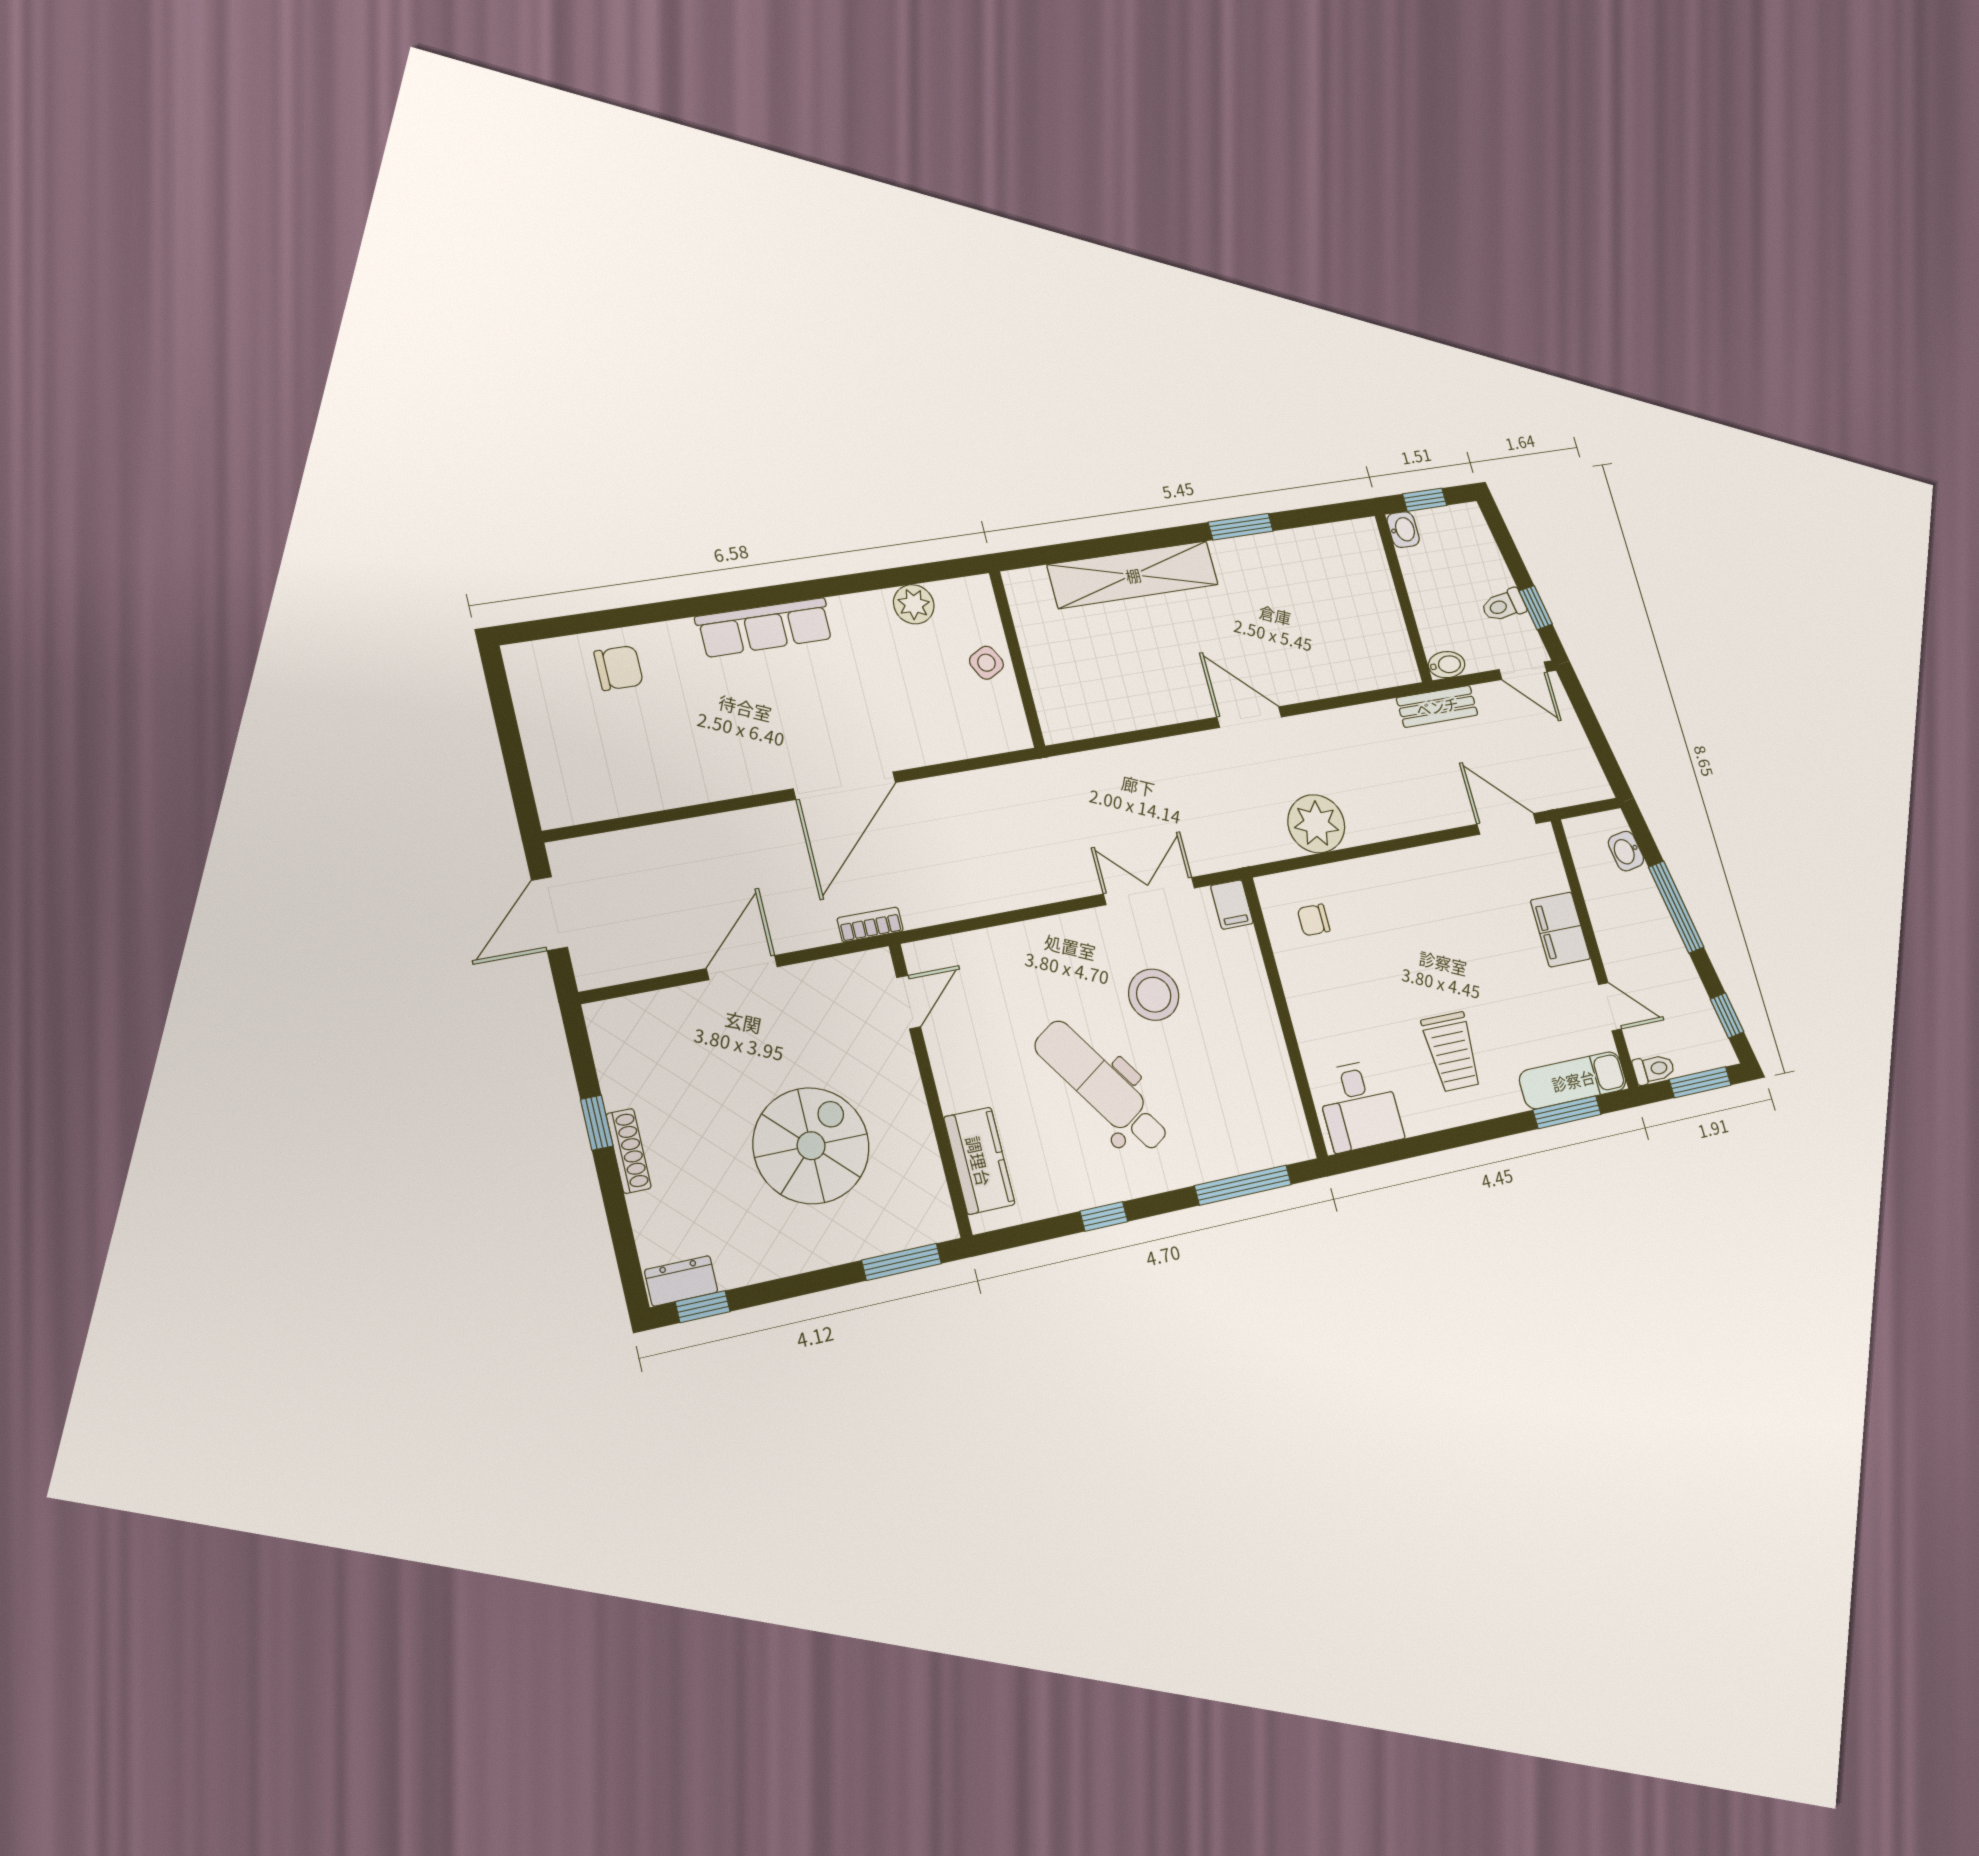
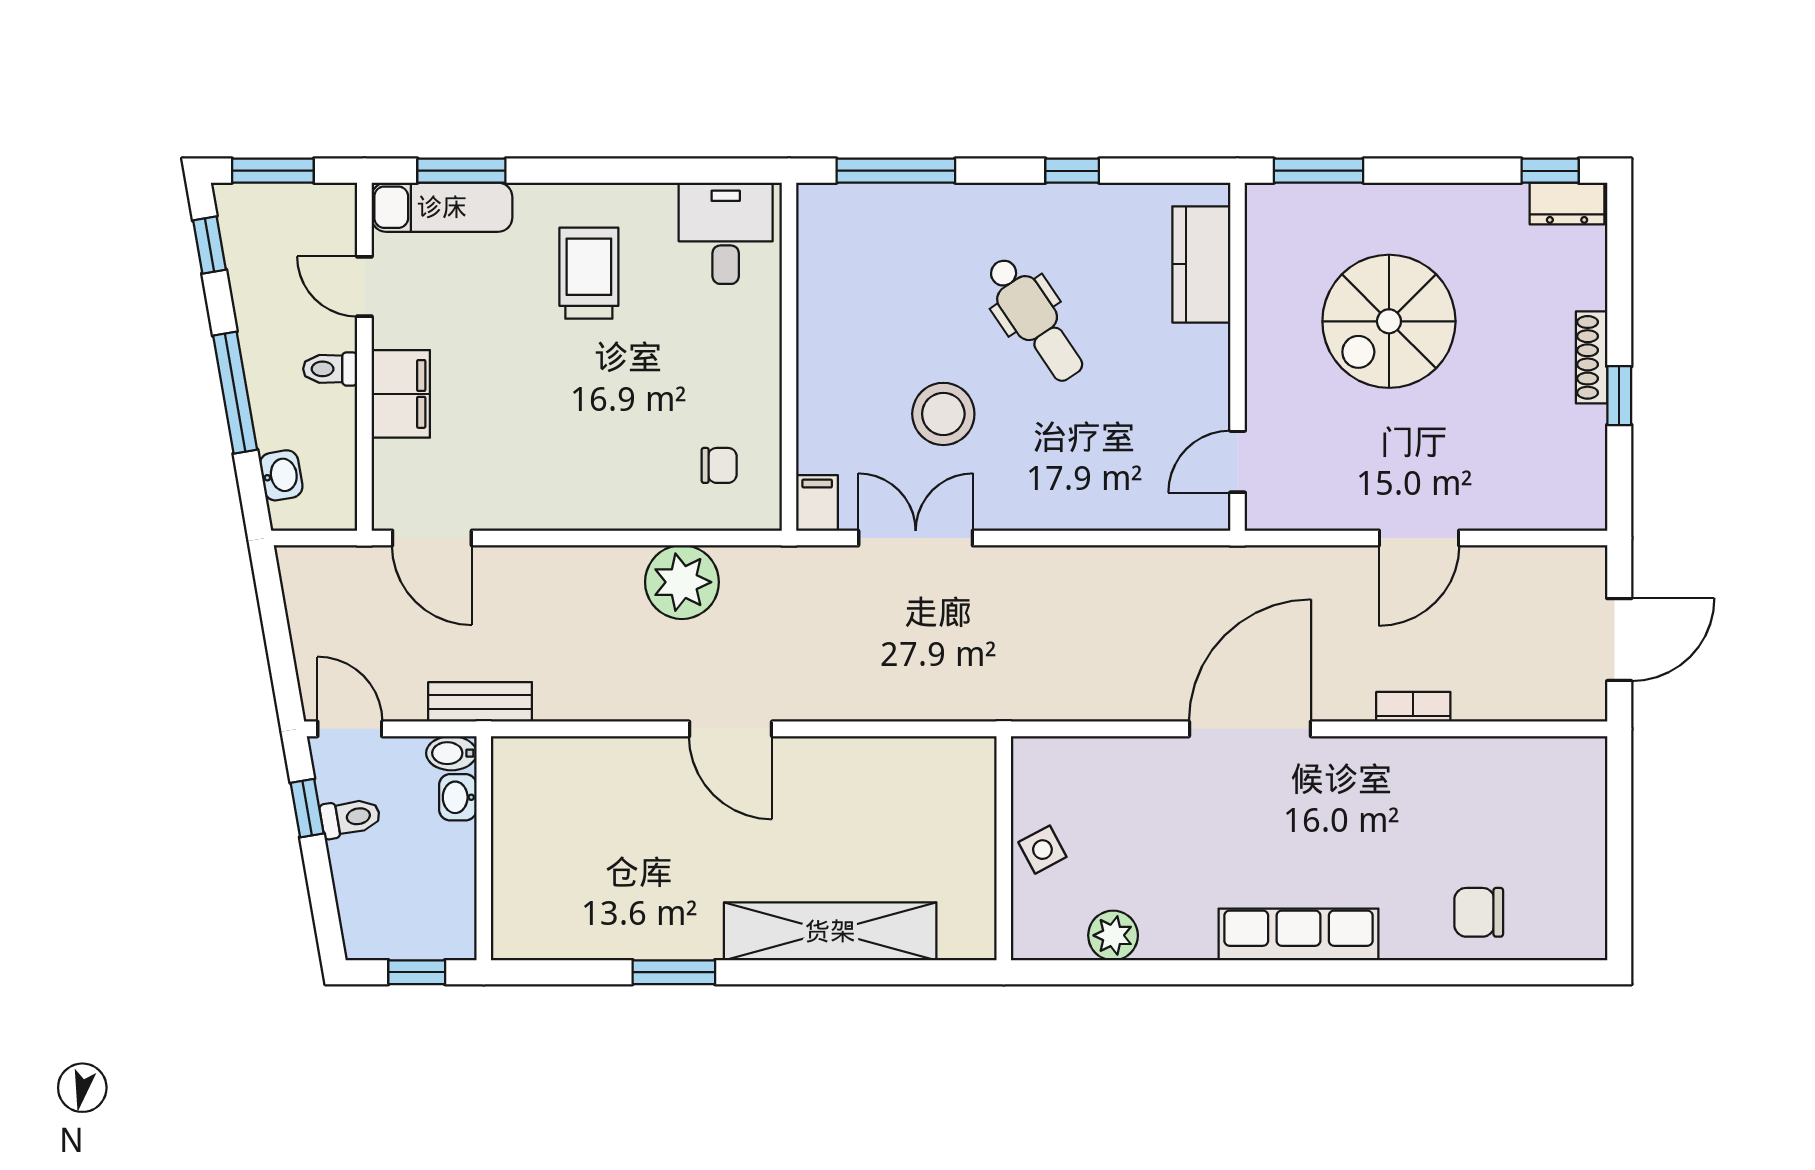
washbasin: (1403, 530) -> (458, 797), moved
double door: (1149, 891) -> (916, 538), swing flipped
bookcase: (870, 925) -> (1413, 707), moved, turned 180
toilet: (1654, 1069) -> (330, 369), moved
dental chair: (1102, 1086) -> (1035, 319), width x0.73, depth x0.72

